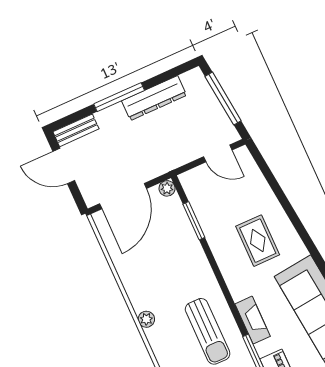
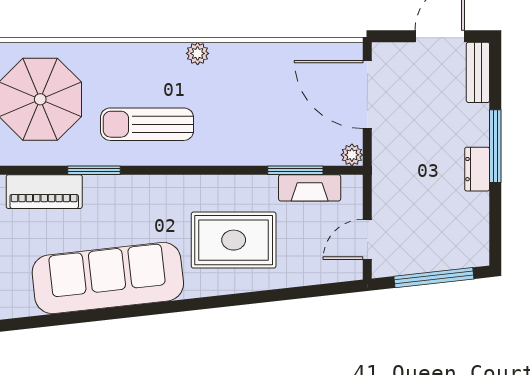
dresser: (154, 98) -> (477, 169), width x0.51, depth x0.80
rug: (258, 241) -> (234, 240), width x1.36, depth x1.43
fireplace: (253, 320) -> (310, 188), moved

